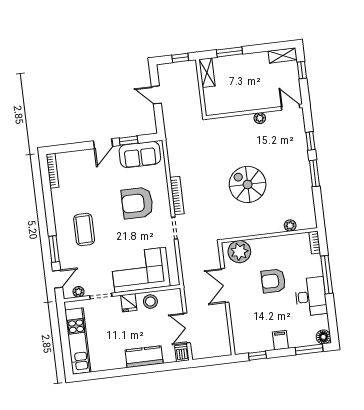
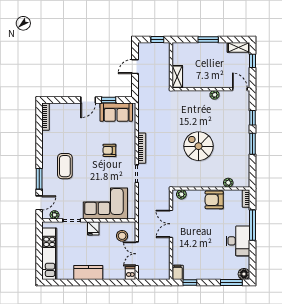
window: (229, 52) -> (208, 40), moved
shelving: (207, 73) -> (177, 77), moved
door: (156, 95) -> (135, 67), hinge flipped
armchair: (137, 203) -> (109, 150), width x0.53, depth x0.53
plant: (239, 252) -> (181, 194), width x0.53, depth x0.53
armchair: (273, 281) -> (214, 200), moved
stool: (150, 302) -> (122, 236), moved
filing cabinet: (280, 340) -> (178, 272), moved
kitchen counter: (144, 357) -> (88, 272), moved

